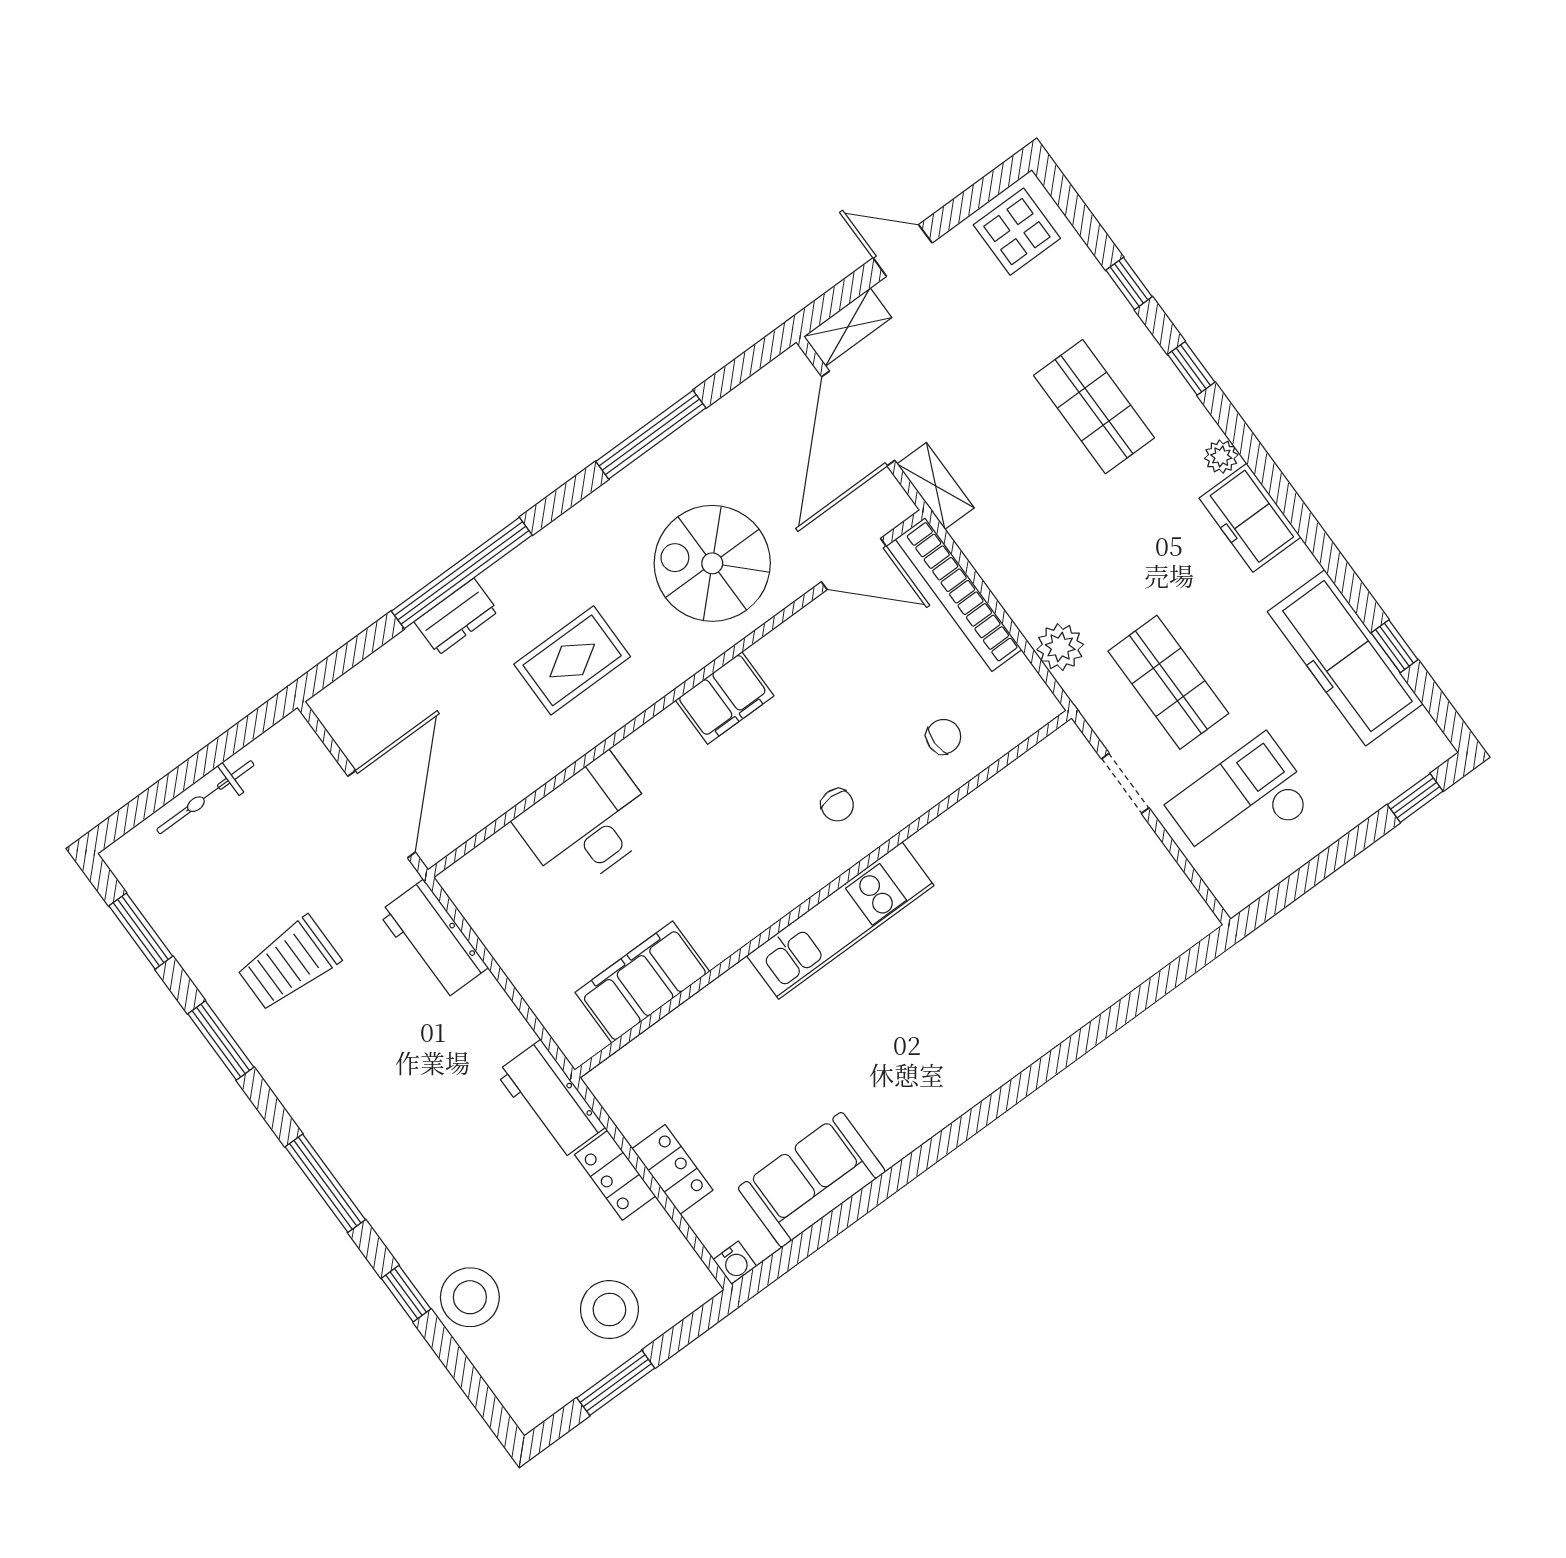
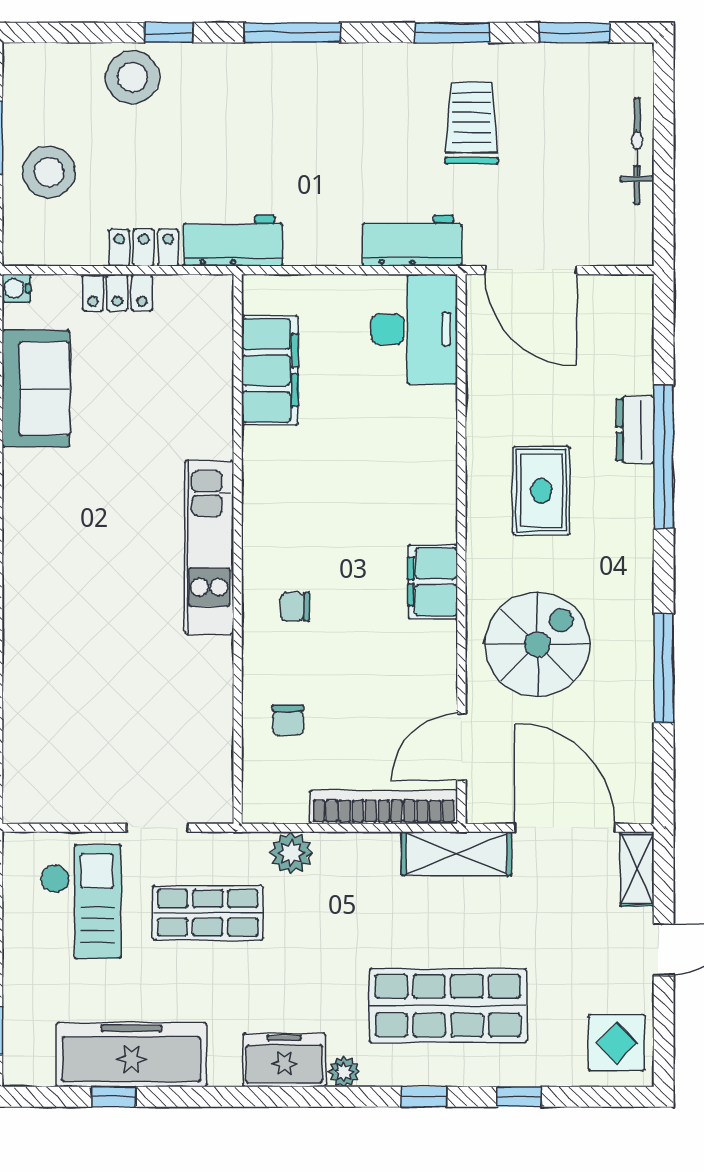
shop shelf: (1094, 407) -> (448, 1006), width x1.43, depth x1.36
shelving: (936, 486) -> (456, 854), width x1.50, depth x1.33
desk: (588, 824) -> (414, 329), moved

